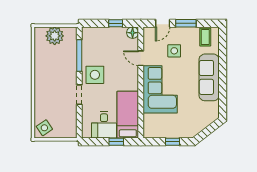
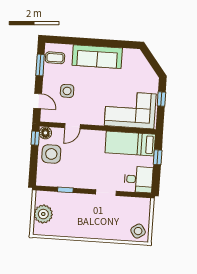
window: (116, 23) -> (35, 138), moved
window: (186, 23) -> (40, 65), moved
window: (79, 56) -> (65, 190), width x0.46
side table: (95, 75) -> (51, 154), moved
corner sofa: (160, 89) -> (130, 110), moved
desk: (104, 125) -> (139, 179), moved

